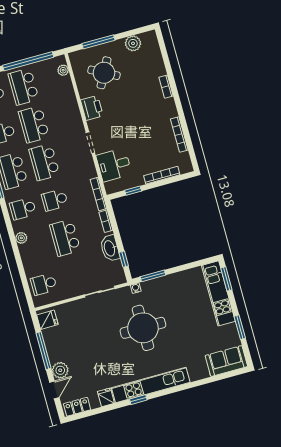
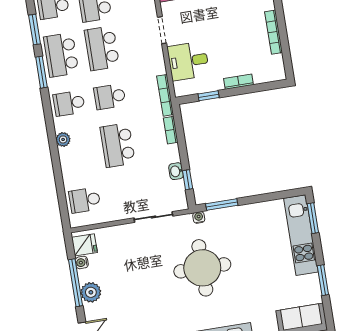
bookcase: (162, 175) -> (238, 82), width x0.64
washbasin: (110, 248) -> (176, 171), width x0.52, depth x0.69
water cooler: (47, 334) -> (82, 262), added
plant: (60, 370) -> (91, 292), moved

